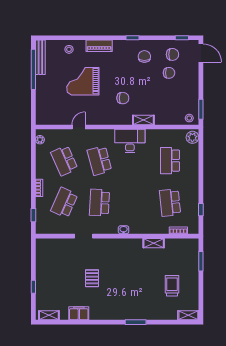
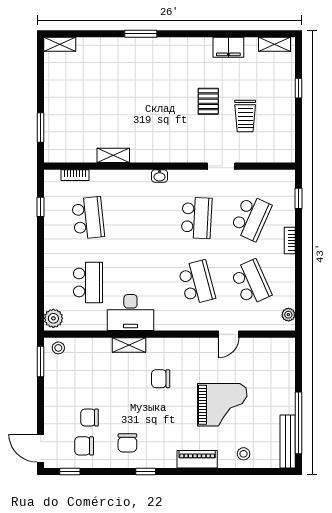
desk: (130, 141) -> (130, 313), moved
trolley: (172, 286) -> (245, 116), moved

